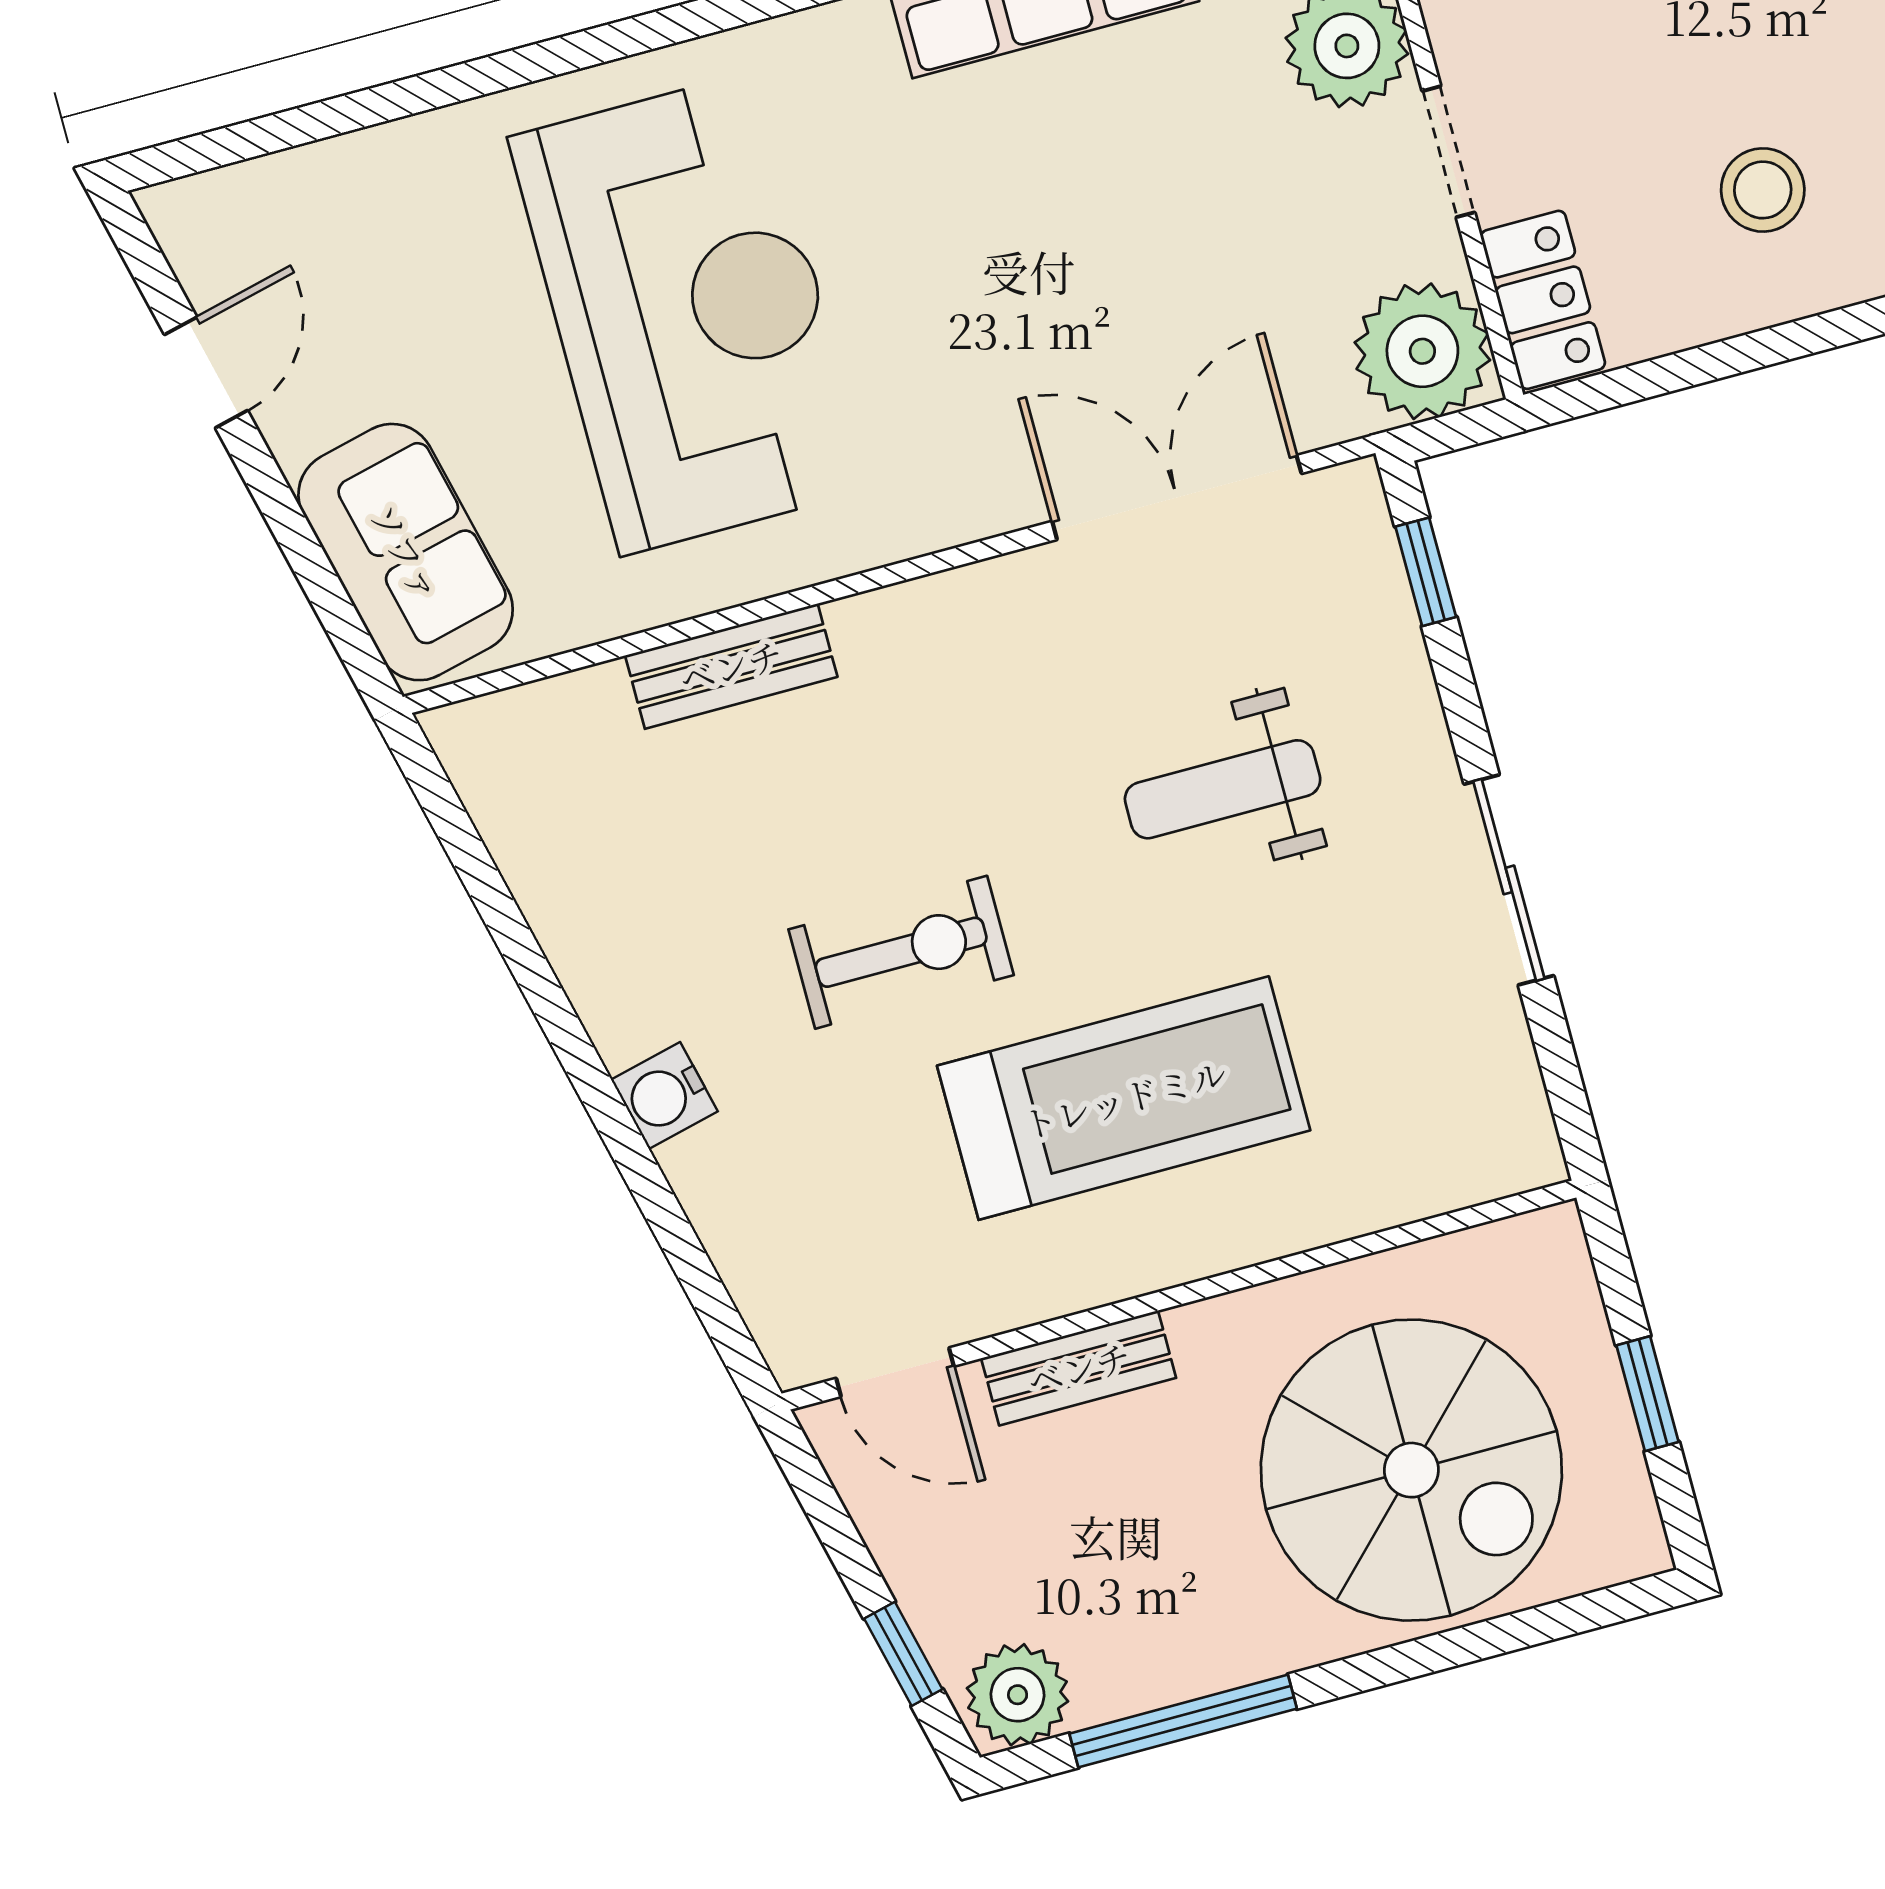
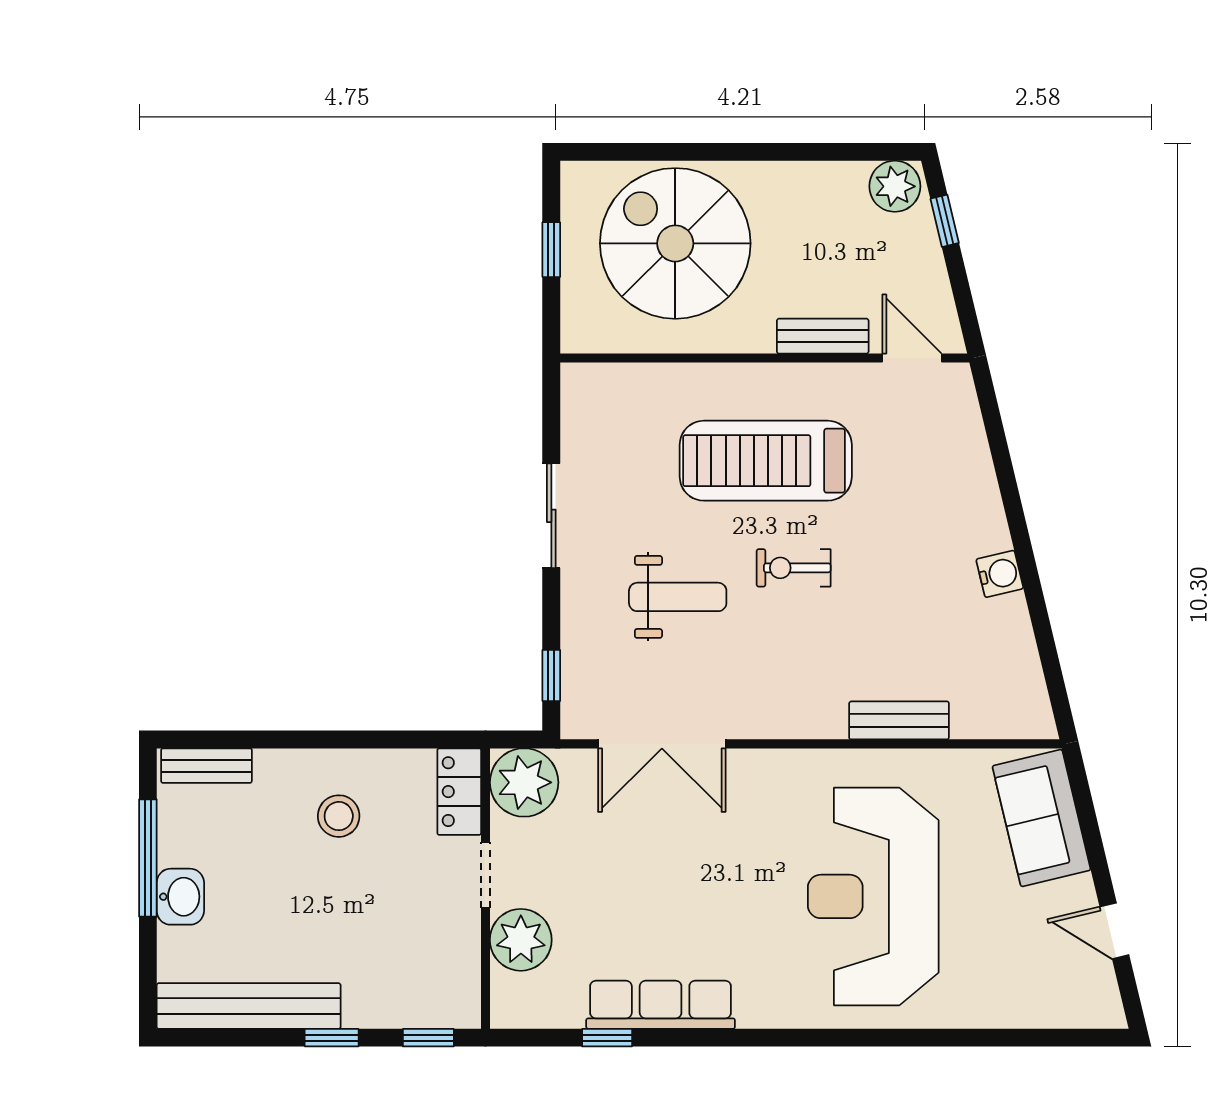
door: (206, 372) -> (1114, 931), hinge flipped
exercise bike: (901, 952) -> (794, 568), moved, width x0.73, depth x0.72
water cooler: (664, 1095) -> (1000, 574), moved
window: (1183, 1721) -> (818, 152), removed

